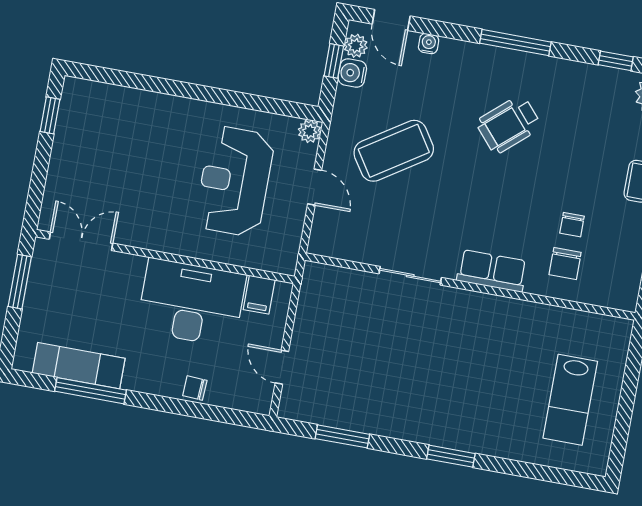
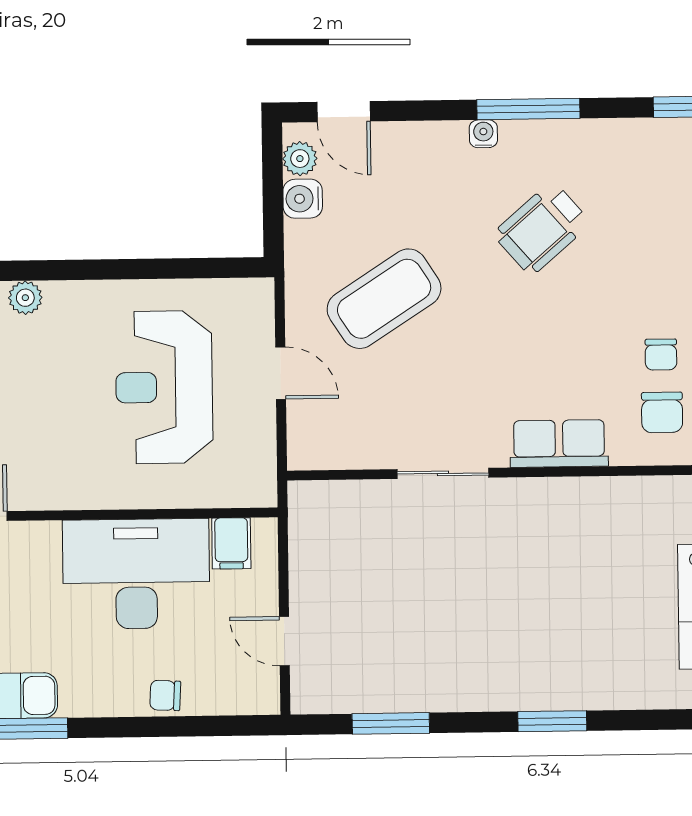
water cooler: (429, 44) -> (483, 134), moved
window: (334, 61) -> (273, 187), removed
plant: (310, 131) -> (25, 298), moved

